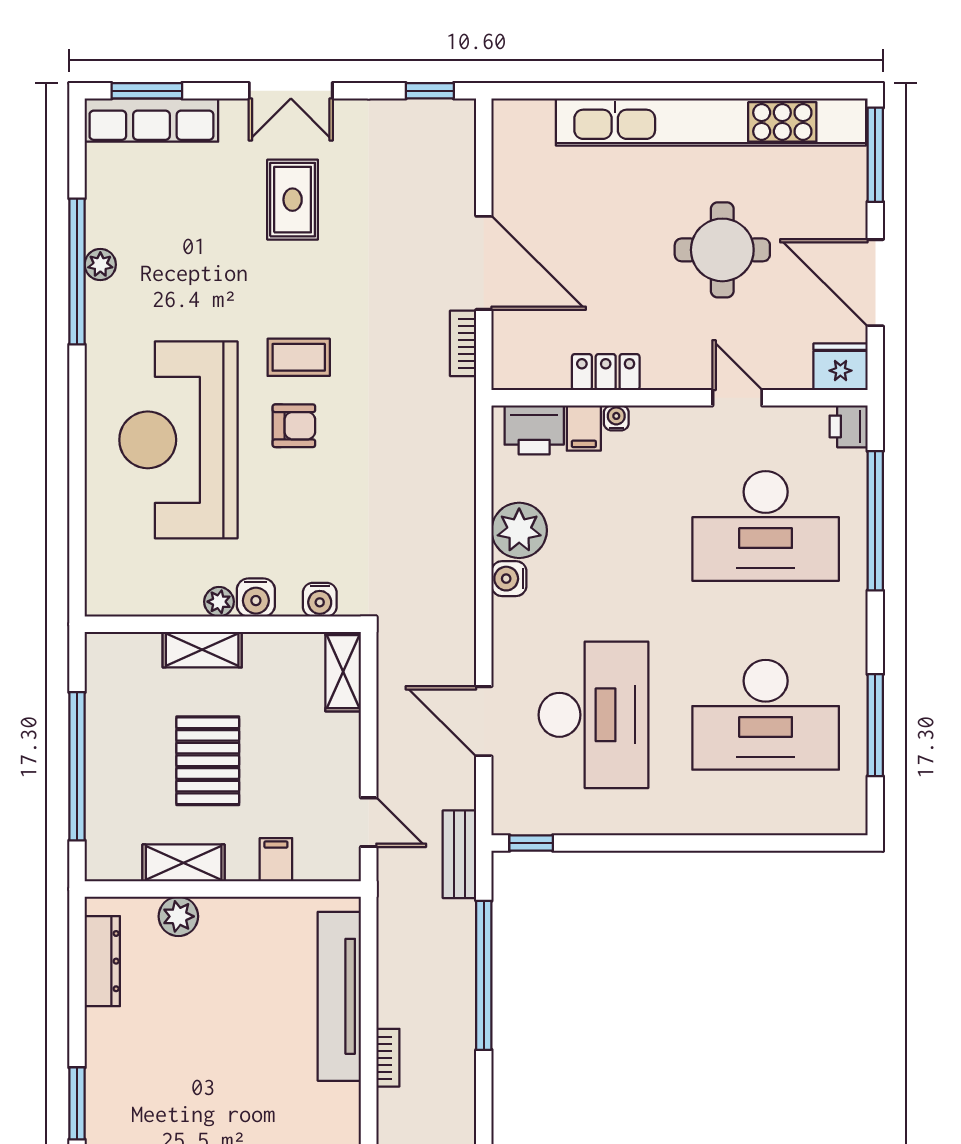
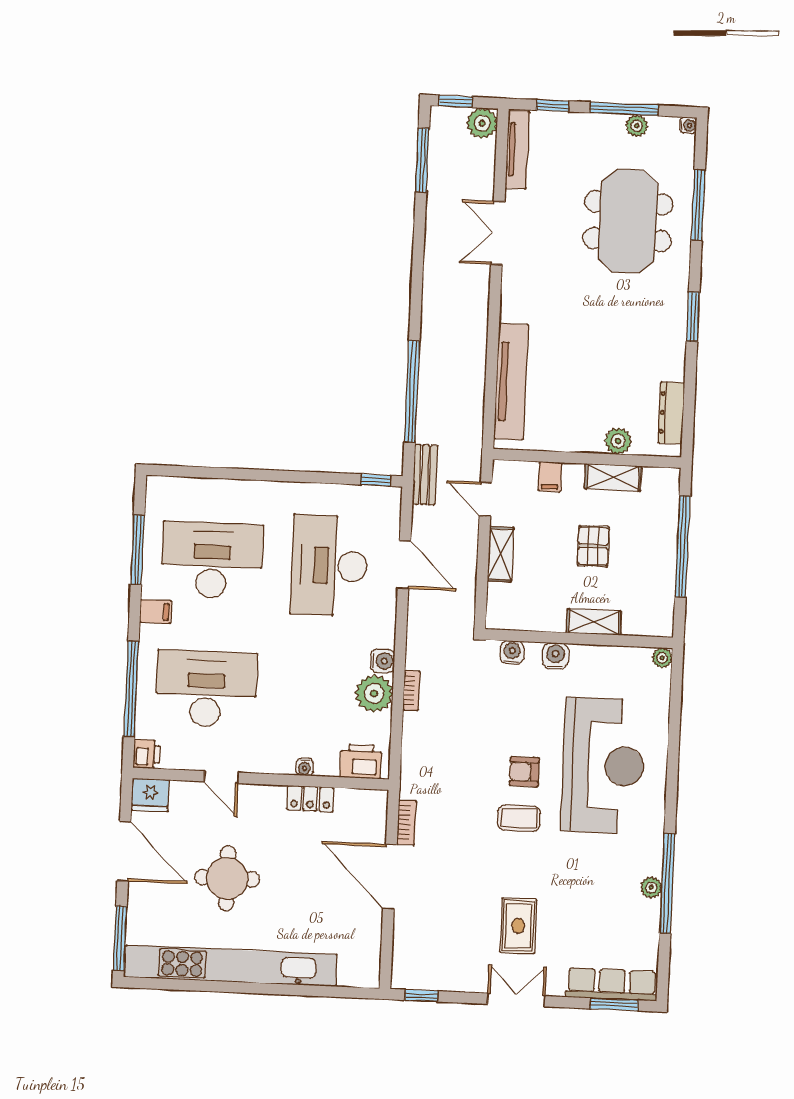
filing cabinet: (584, 428) -> (155, 611), moved, turned 90
plant: (219, 602) -> (662, 658), moved
shelving: (343, 672) -> (501, 554), moved
pallet: (208, 761) -> (593, 546), width x0.67, depth x0.71
bookcase: (388, 1058) -> (412, 690), moved, turned 180

